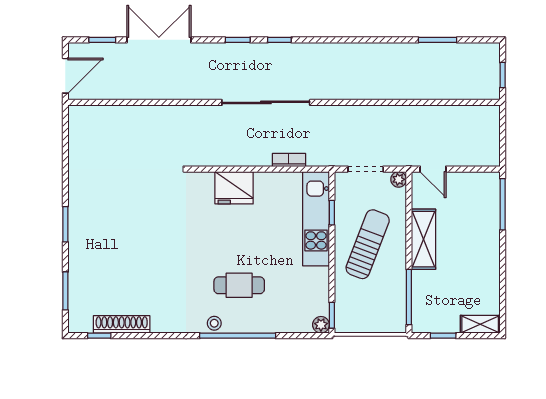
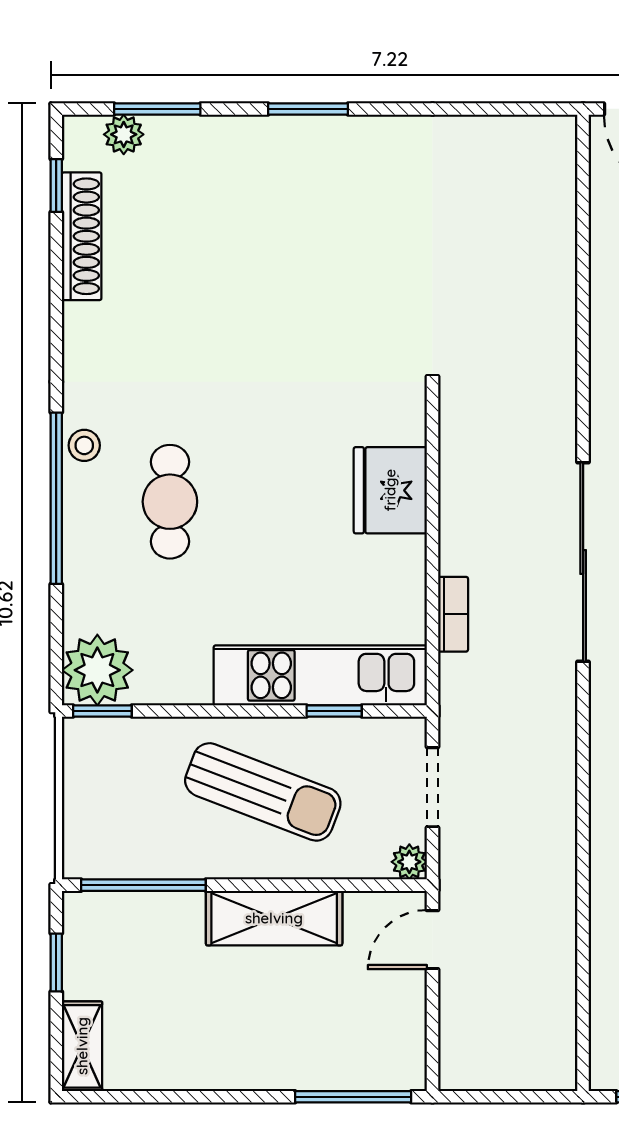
plant: (77, 306) -> (124, 134), added
plant: (321, 325) -> (97, 670), width x1.88, depth x1.88

